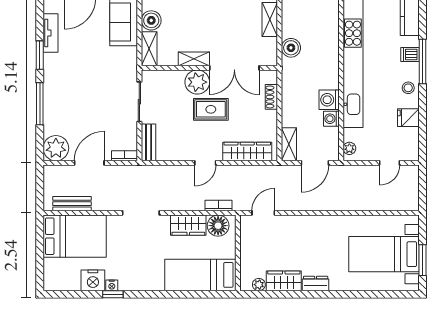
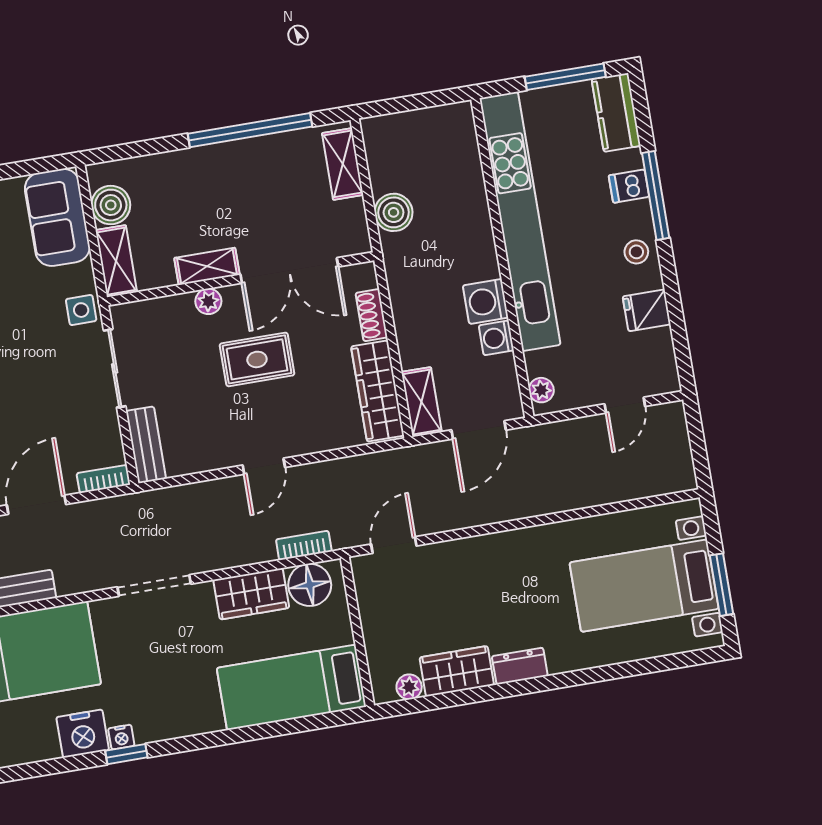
side table: (128, 70) -> (81, 310), added
plant: (197, 82) -> (208, 301), width x0.53, depth x0.53
wardrobe: (247, 151) -> (378, 391), moved, turned -90

